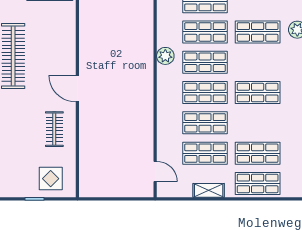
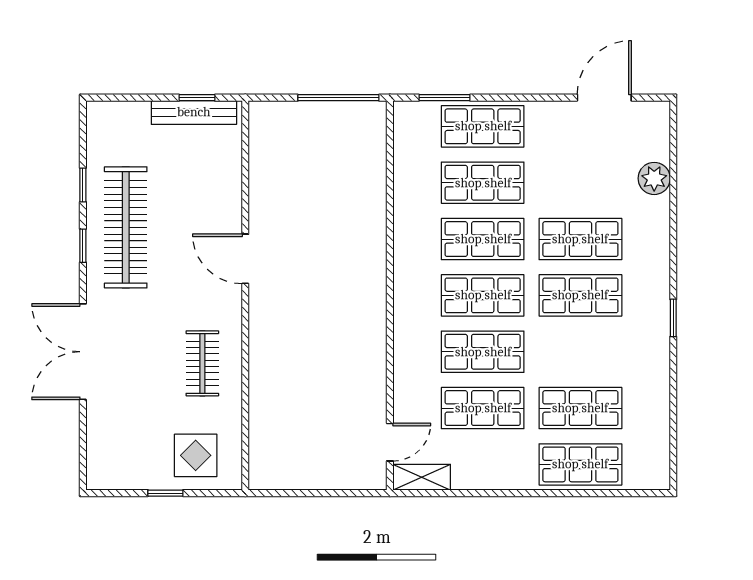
shop shelf: (258, 32) -> (580, 239), moved
plant: (165, 56) -> (409, 227), removed
door: (77, 89) -> (245, 259), moved
door: (155, 171) -> (390, 442), hinge flipped
shelving: (209, 190) -> (422, 477), moved

